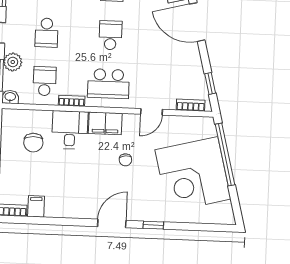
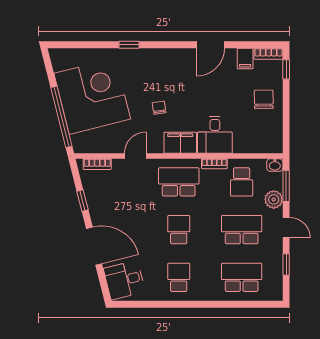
school desk: (47, 33) -> (242, 230), width x1.85
school desk: (110, 35) -> (179, 230), turned 180
window: (210, 83) -> (83, 201), moved
chair: (33, 143) -> (264, 99), moved
door: (112, 223) -> (210, 45), moved

